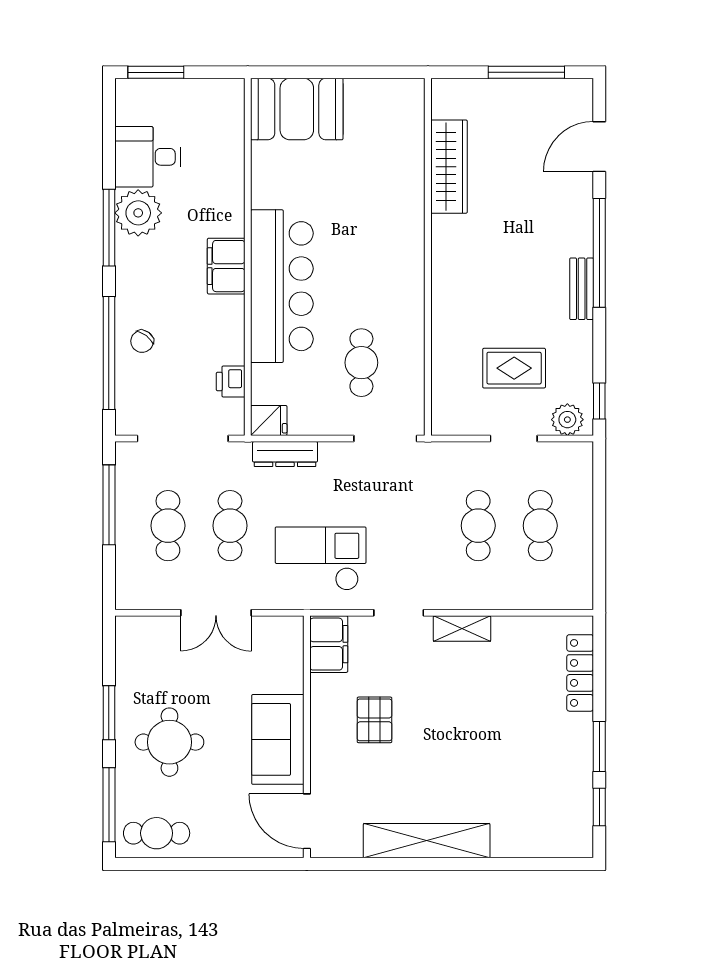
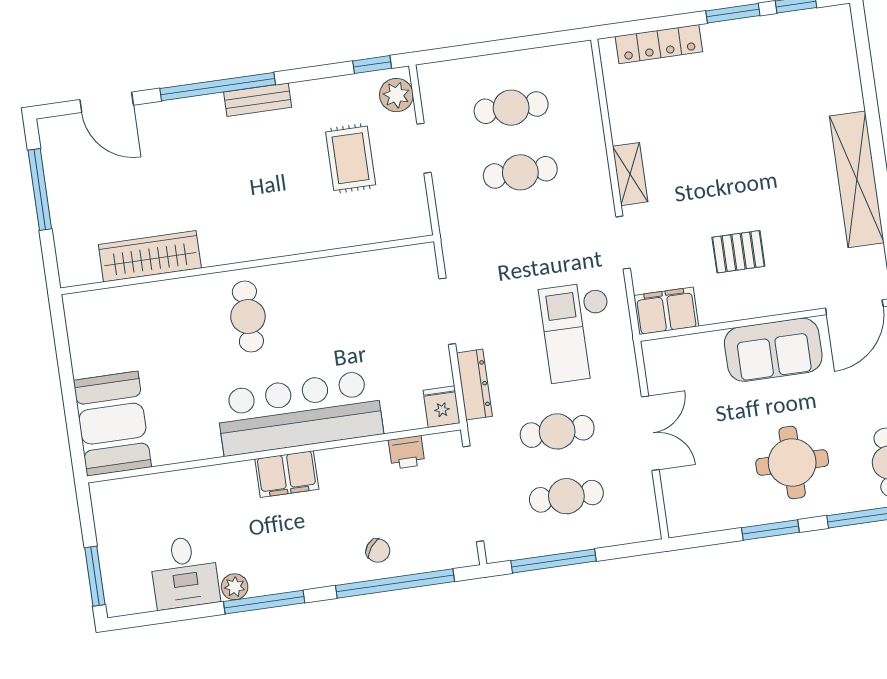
plant: (138, 213) -> (235, 587), width x0.53, depth x0.53
cafe table: (361, 363) -> (248, 316), moved, turned 90
doorway: (385, 438) -> (447, 311), moved

